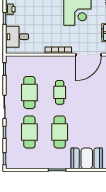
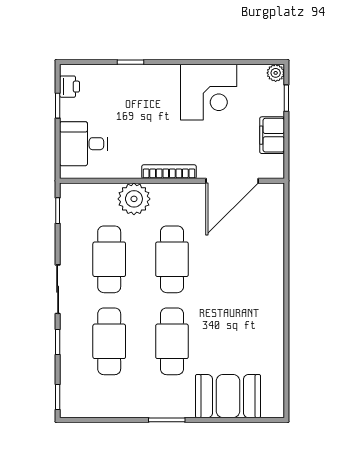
plant: (41, 63) -> (134, 199), added
cafe table: (60, 92) -> (172, 259), width x1.37, depth x1.35

